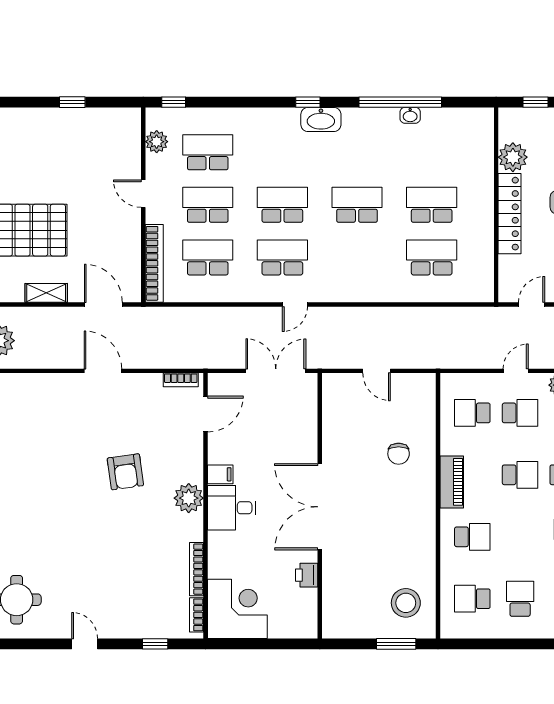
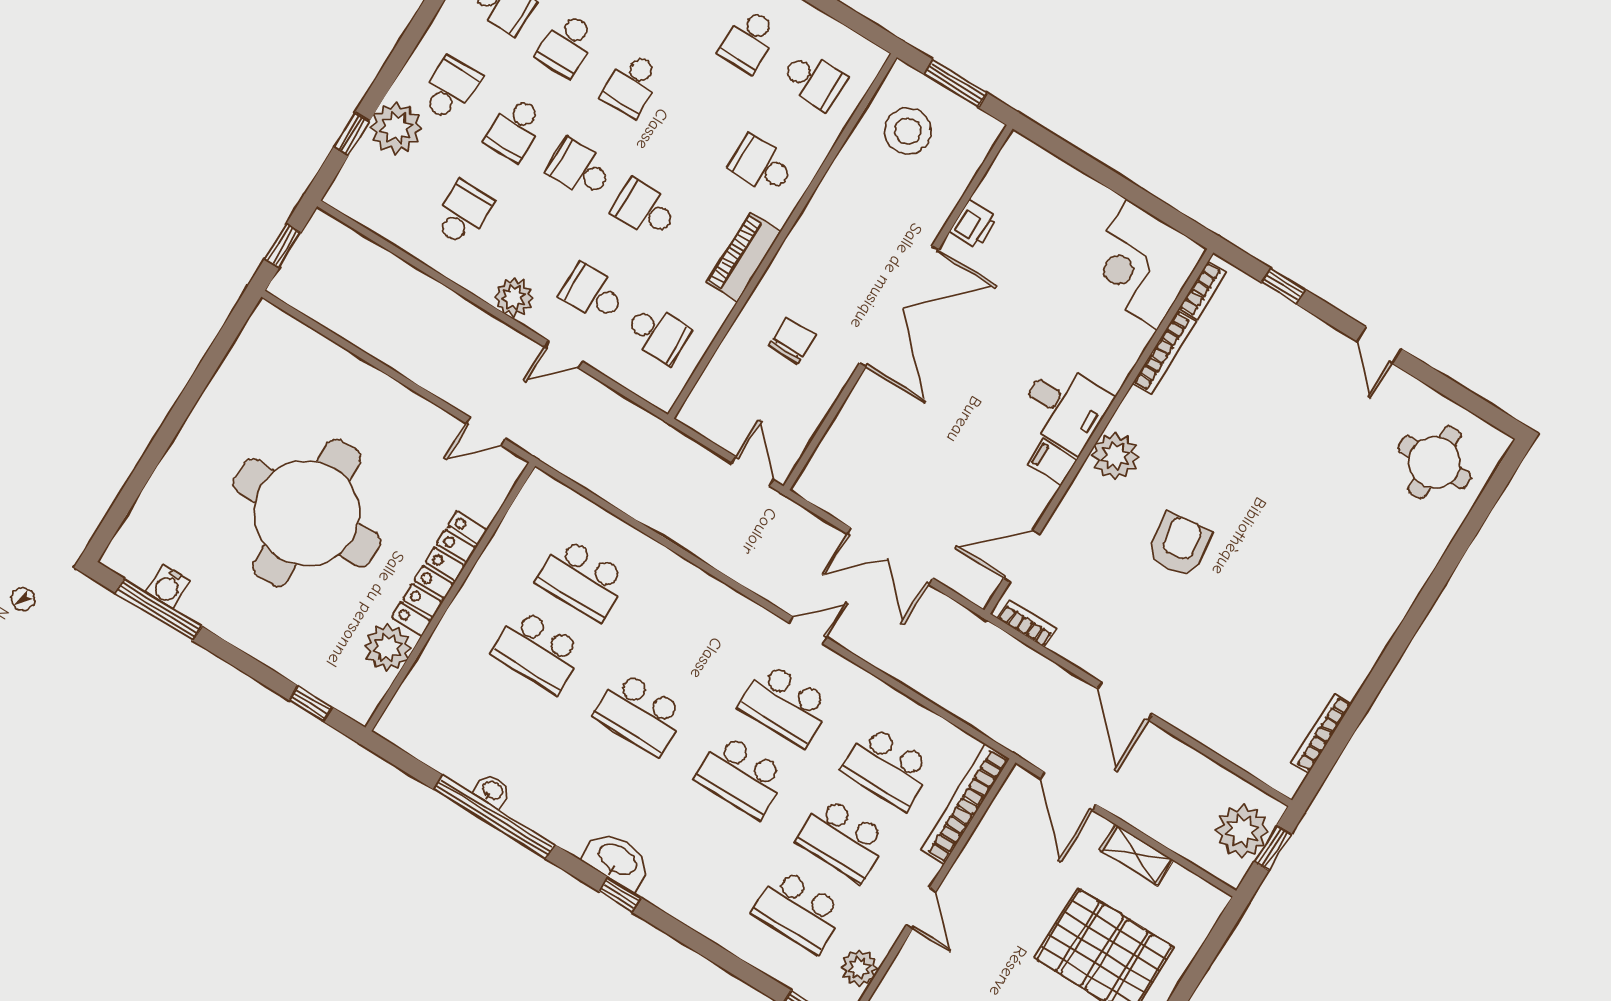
wall: (320, 506) -> (898, 308), moved
double door: (320, 507) -> (899, 306), moved
printer: (307, 575) -> (974, 224), moved

